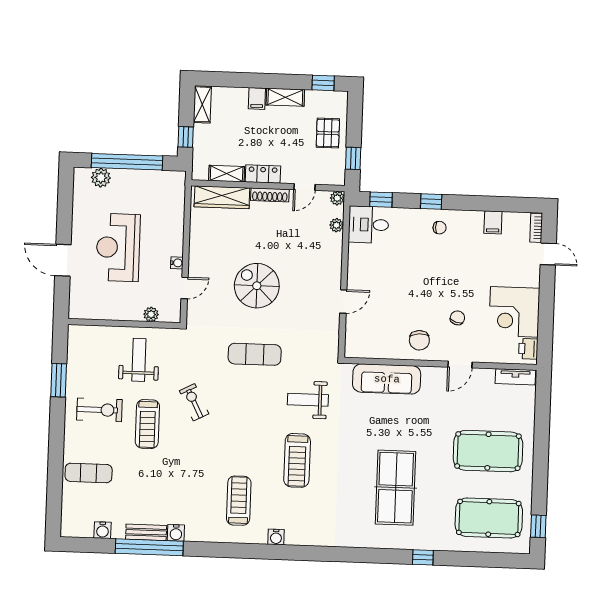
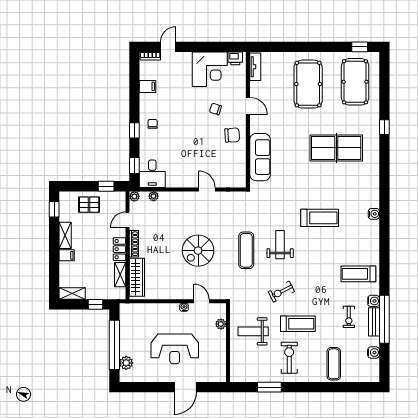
door: (305, 187) -> (128, 220), swing flipped
weight bench: (308, 400) -> (280, 245), moved, turned 180
exercise bike: (155, 497) -> (349, 317), added
treadmill: (239, 501) -> (358, 274), moved
water cooler: (276, 537) -> (374, 214), moved

